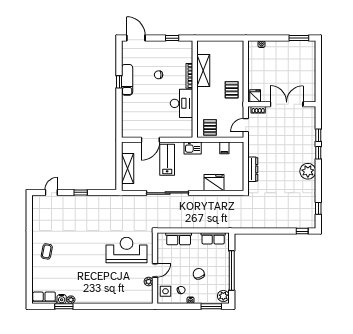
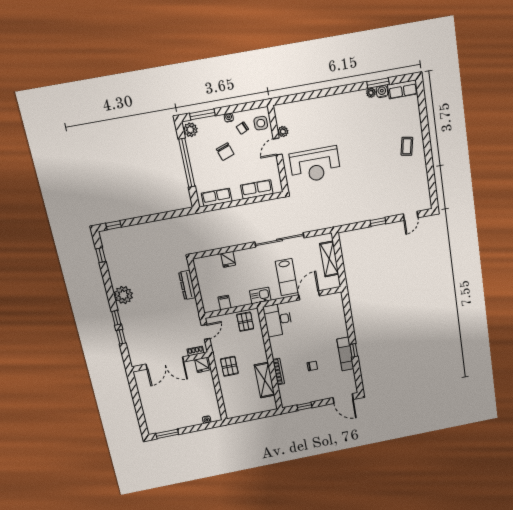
desk: (181, 103) -> (278, 320), moved
fridge: (214, 183) -> (228, 259), width x0.53, depth x0.75

